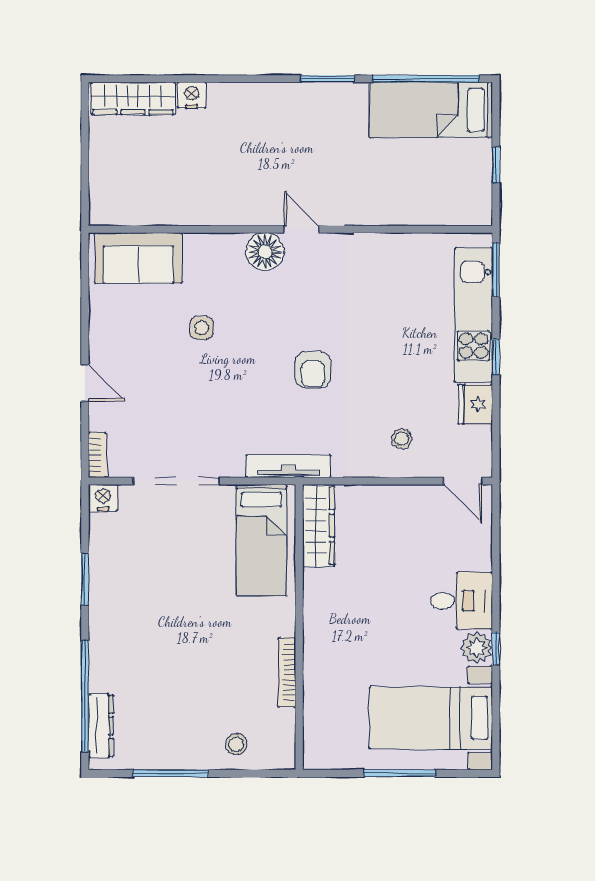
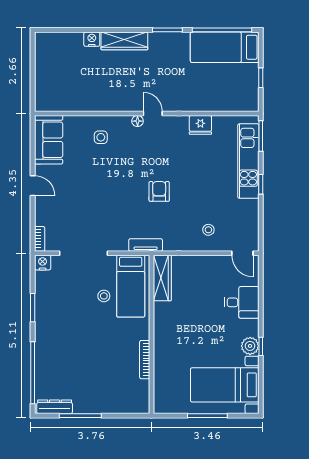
wardrobe: (133, 98) -> (124, 41), moved
floor lamp: (265, 252) -> (138, 121), width x0.53, depth x0.53
sofa: (138, 258) -> (49, 140), moved, turned -90
side table: (202, 328) -> (101, 137), moved
armchair: (313, 370) -> (159, 191), turned 180
door: (85, 383) -> (33, 186), moved
fridge: (475, 404) -> (200, 125), moved, turned -90
tv unit: (288, 466) -> (146, 245), width x0.71
desk: (462, 601) -> (242, 302), moved
dresser: (101, 726) -> (55, 407), moved, turned -90
stool: (236, 744) -> (104, 296), moved

